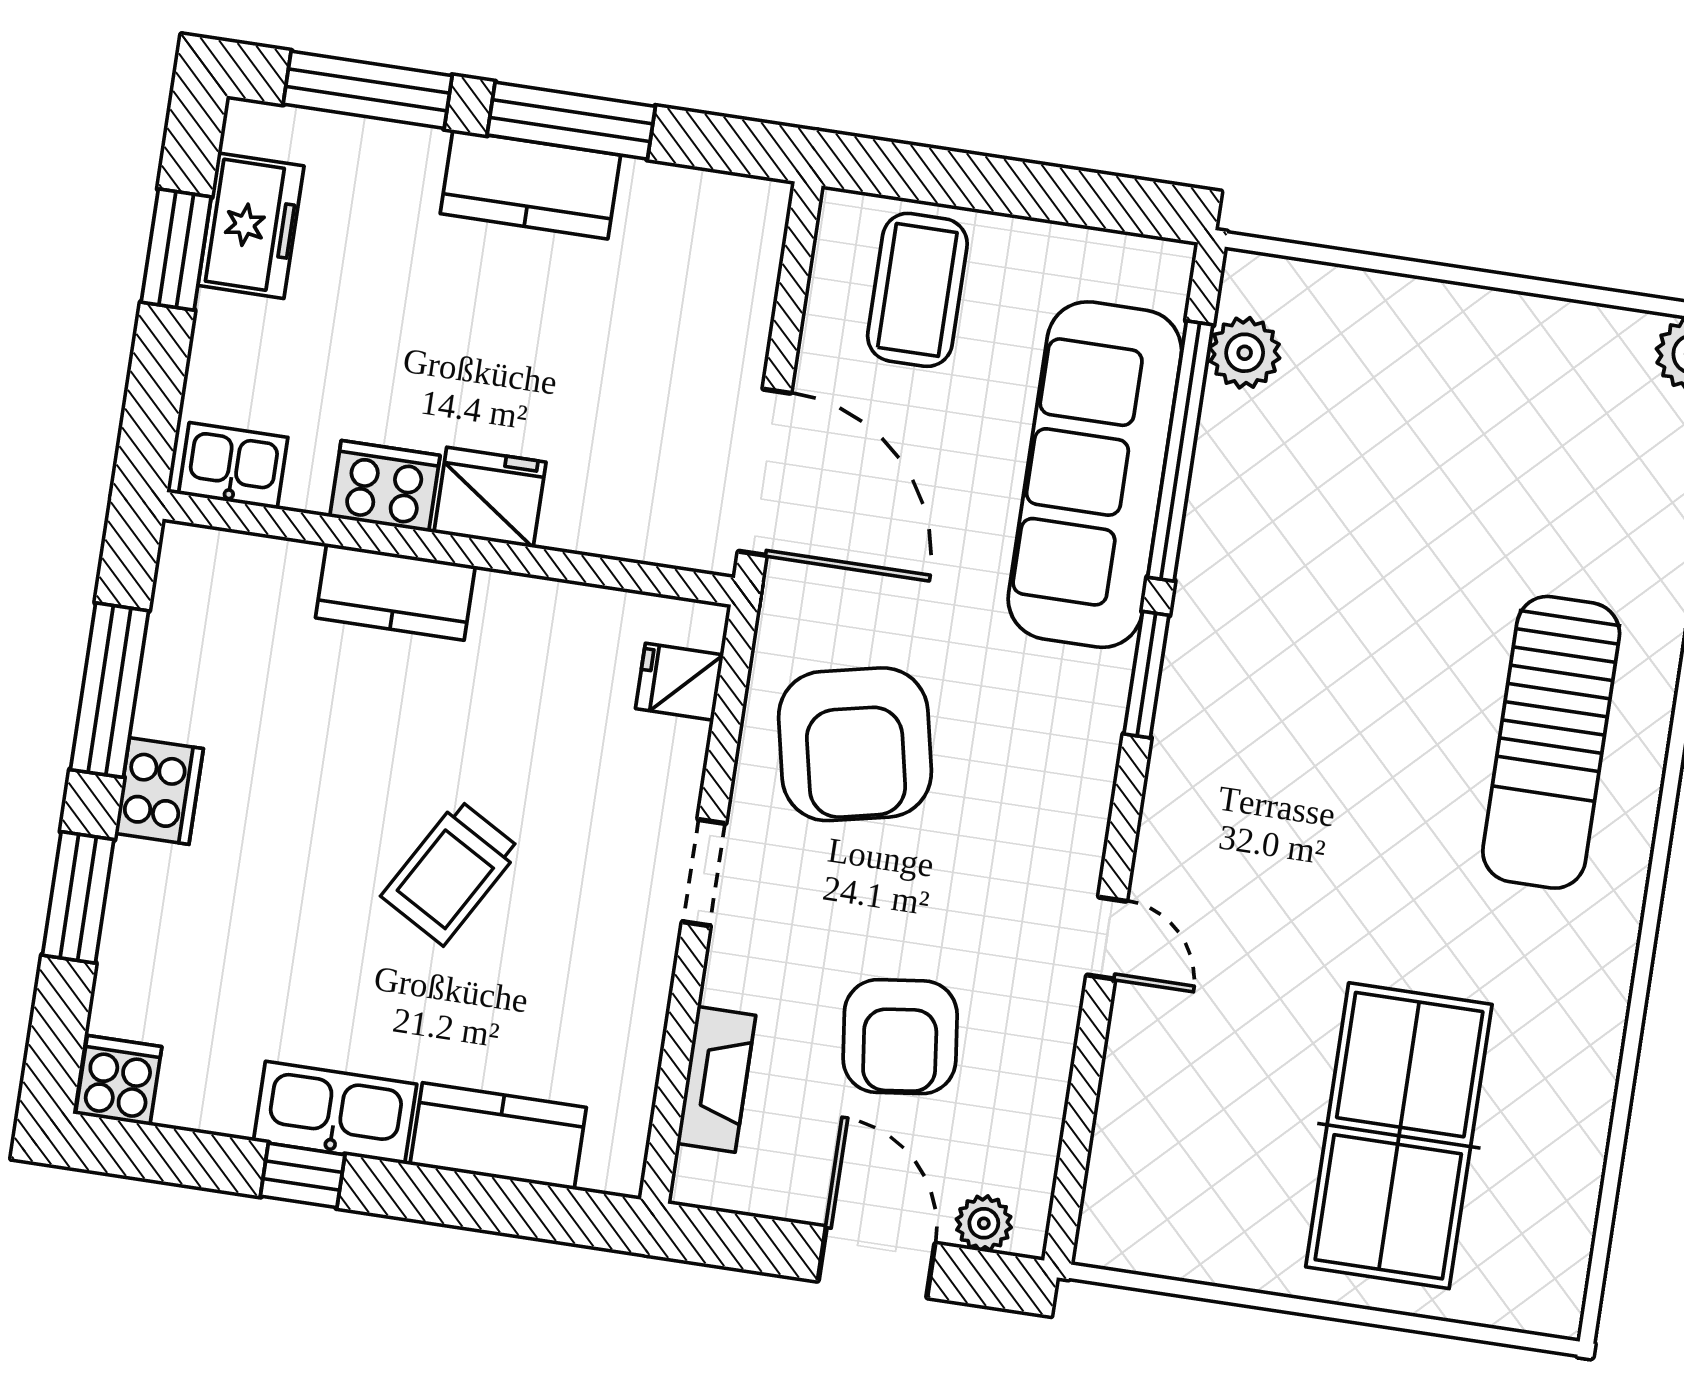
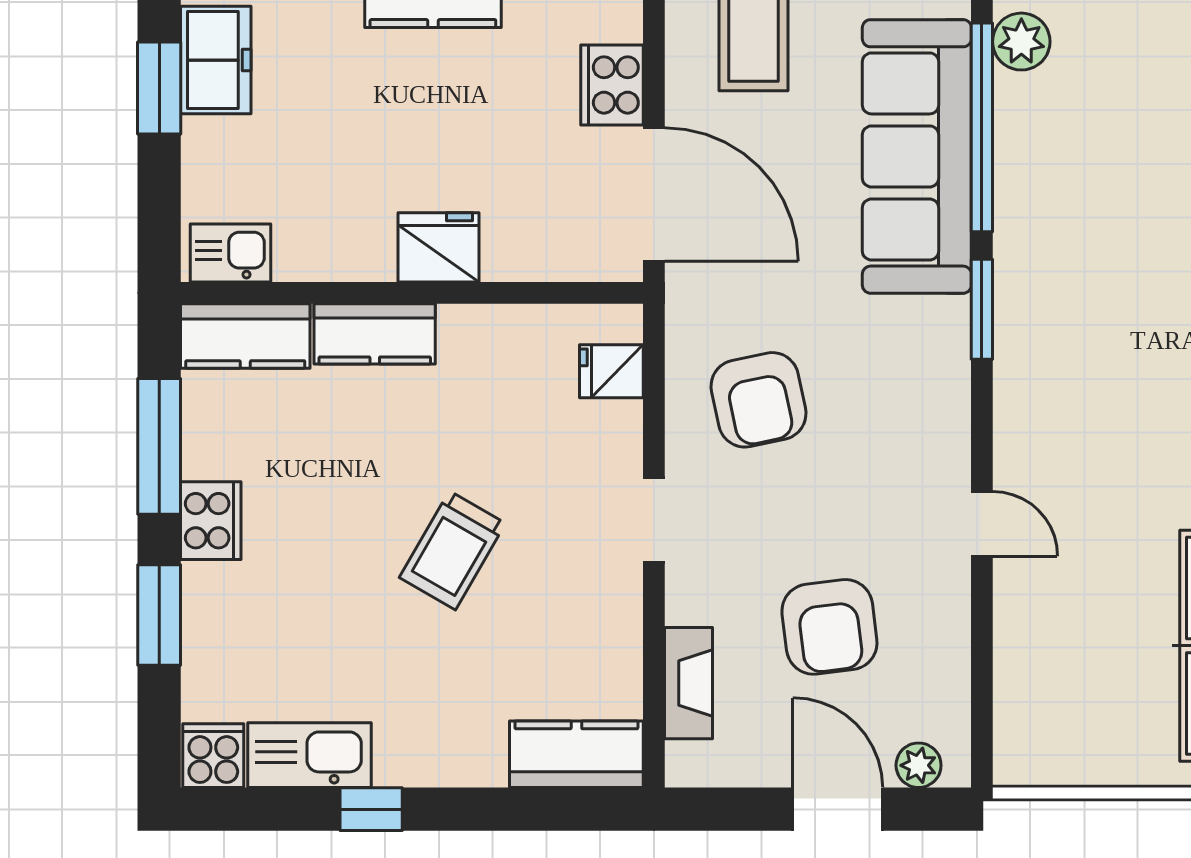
cooker: (385, 486) -> (612, 85), moved, turned -90
kitchen counter: (236, 570) -> (245, 336), added
armchair: (855, 744) -> (759, 400), width x0.73, depth x0.73
kitchen sink: (335, 1112) -> (309, 755), moved
kitchen counter: (498, 1136) -> (576, 754), moved

